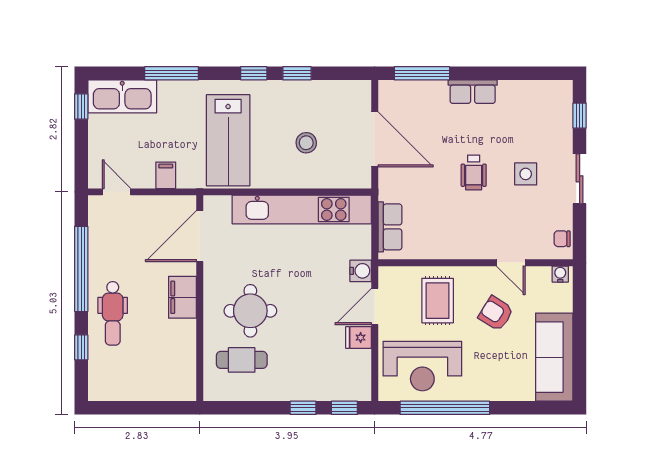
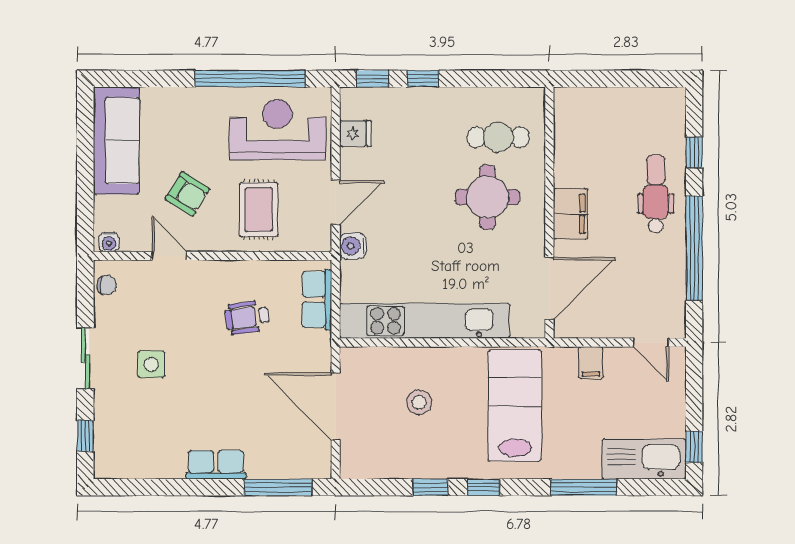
wheelchair: (474, 172) -> (247, 317), moved, turned -98
fridge: (359, 338) -> (355, 134), moved

